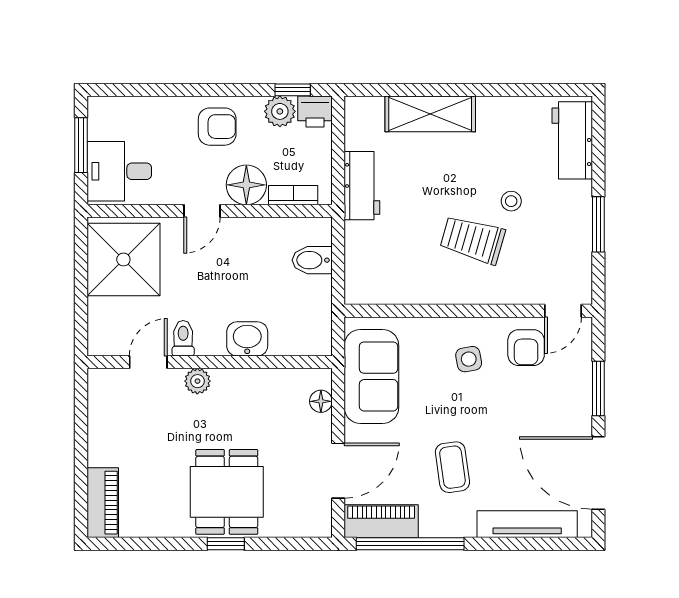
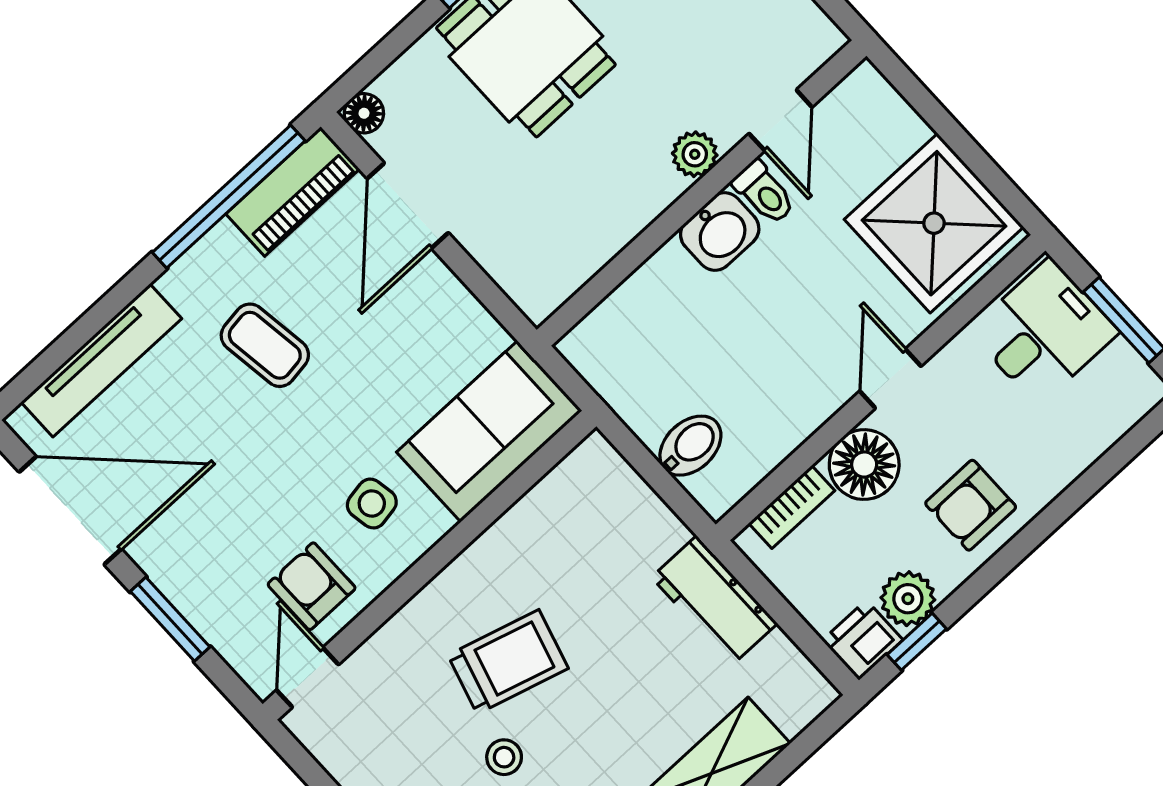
washbasin: (247, 339) -> (720, 232), moved
sofa: (371, 376) -> (489, 431), moved, turned 90
floor lamp: (321, 401) -> (364, 113), moved

